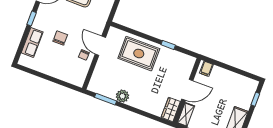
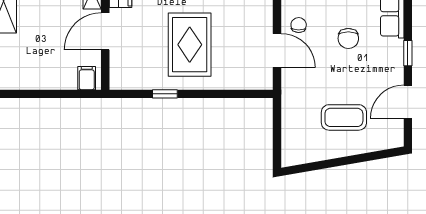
rug: (139, 54) -> (190, 45), moved, turned 90

